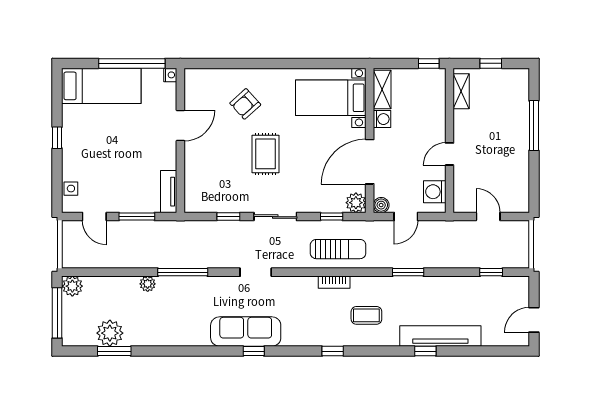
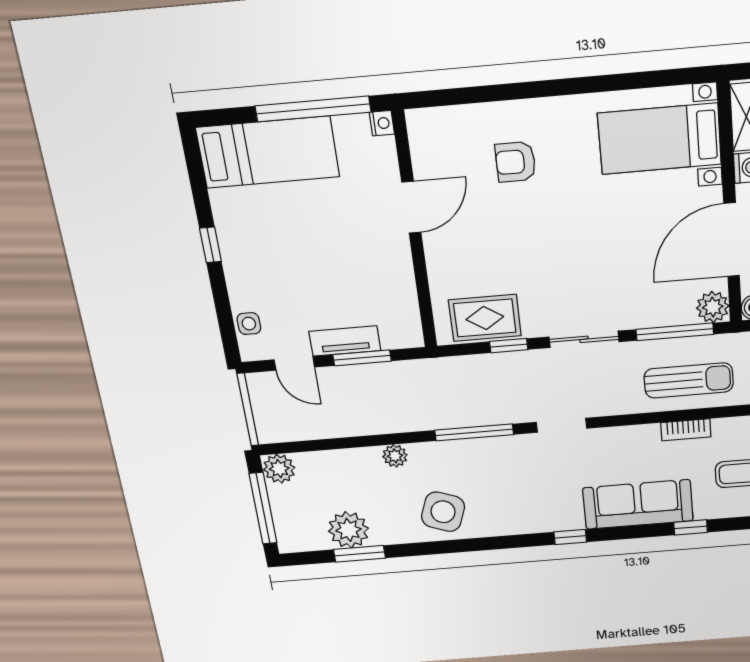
armchair: (245, 104) -> (515, 162), turned 42
rug: (266, 154) -> (485, 318), moved, turned 90
tv unit: (169, 192) -> (345, 341), moved, turned 90
window: (332, 217) -> (675, 332), width x2.17
window: (183, 272) -> (474, 432), moved
side table: (173, 326) -> (443, 512), added
sofa: (246, 332) -> (638, 504), moved

